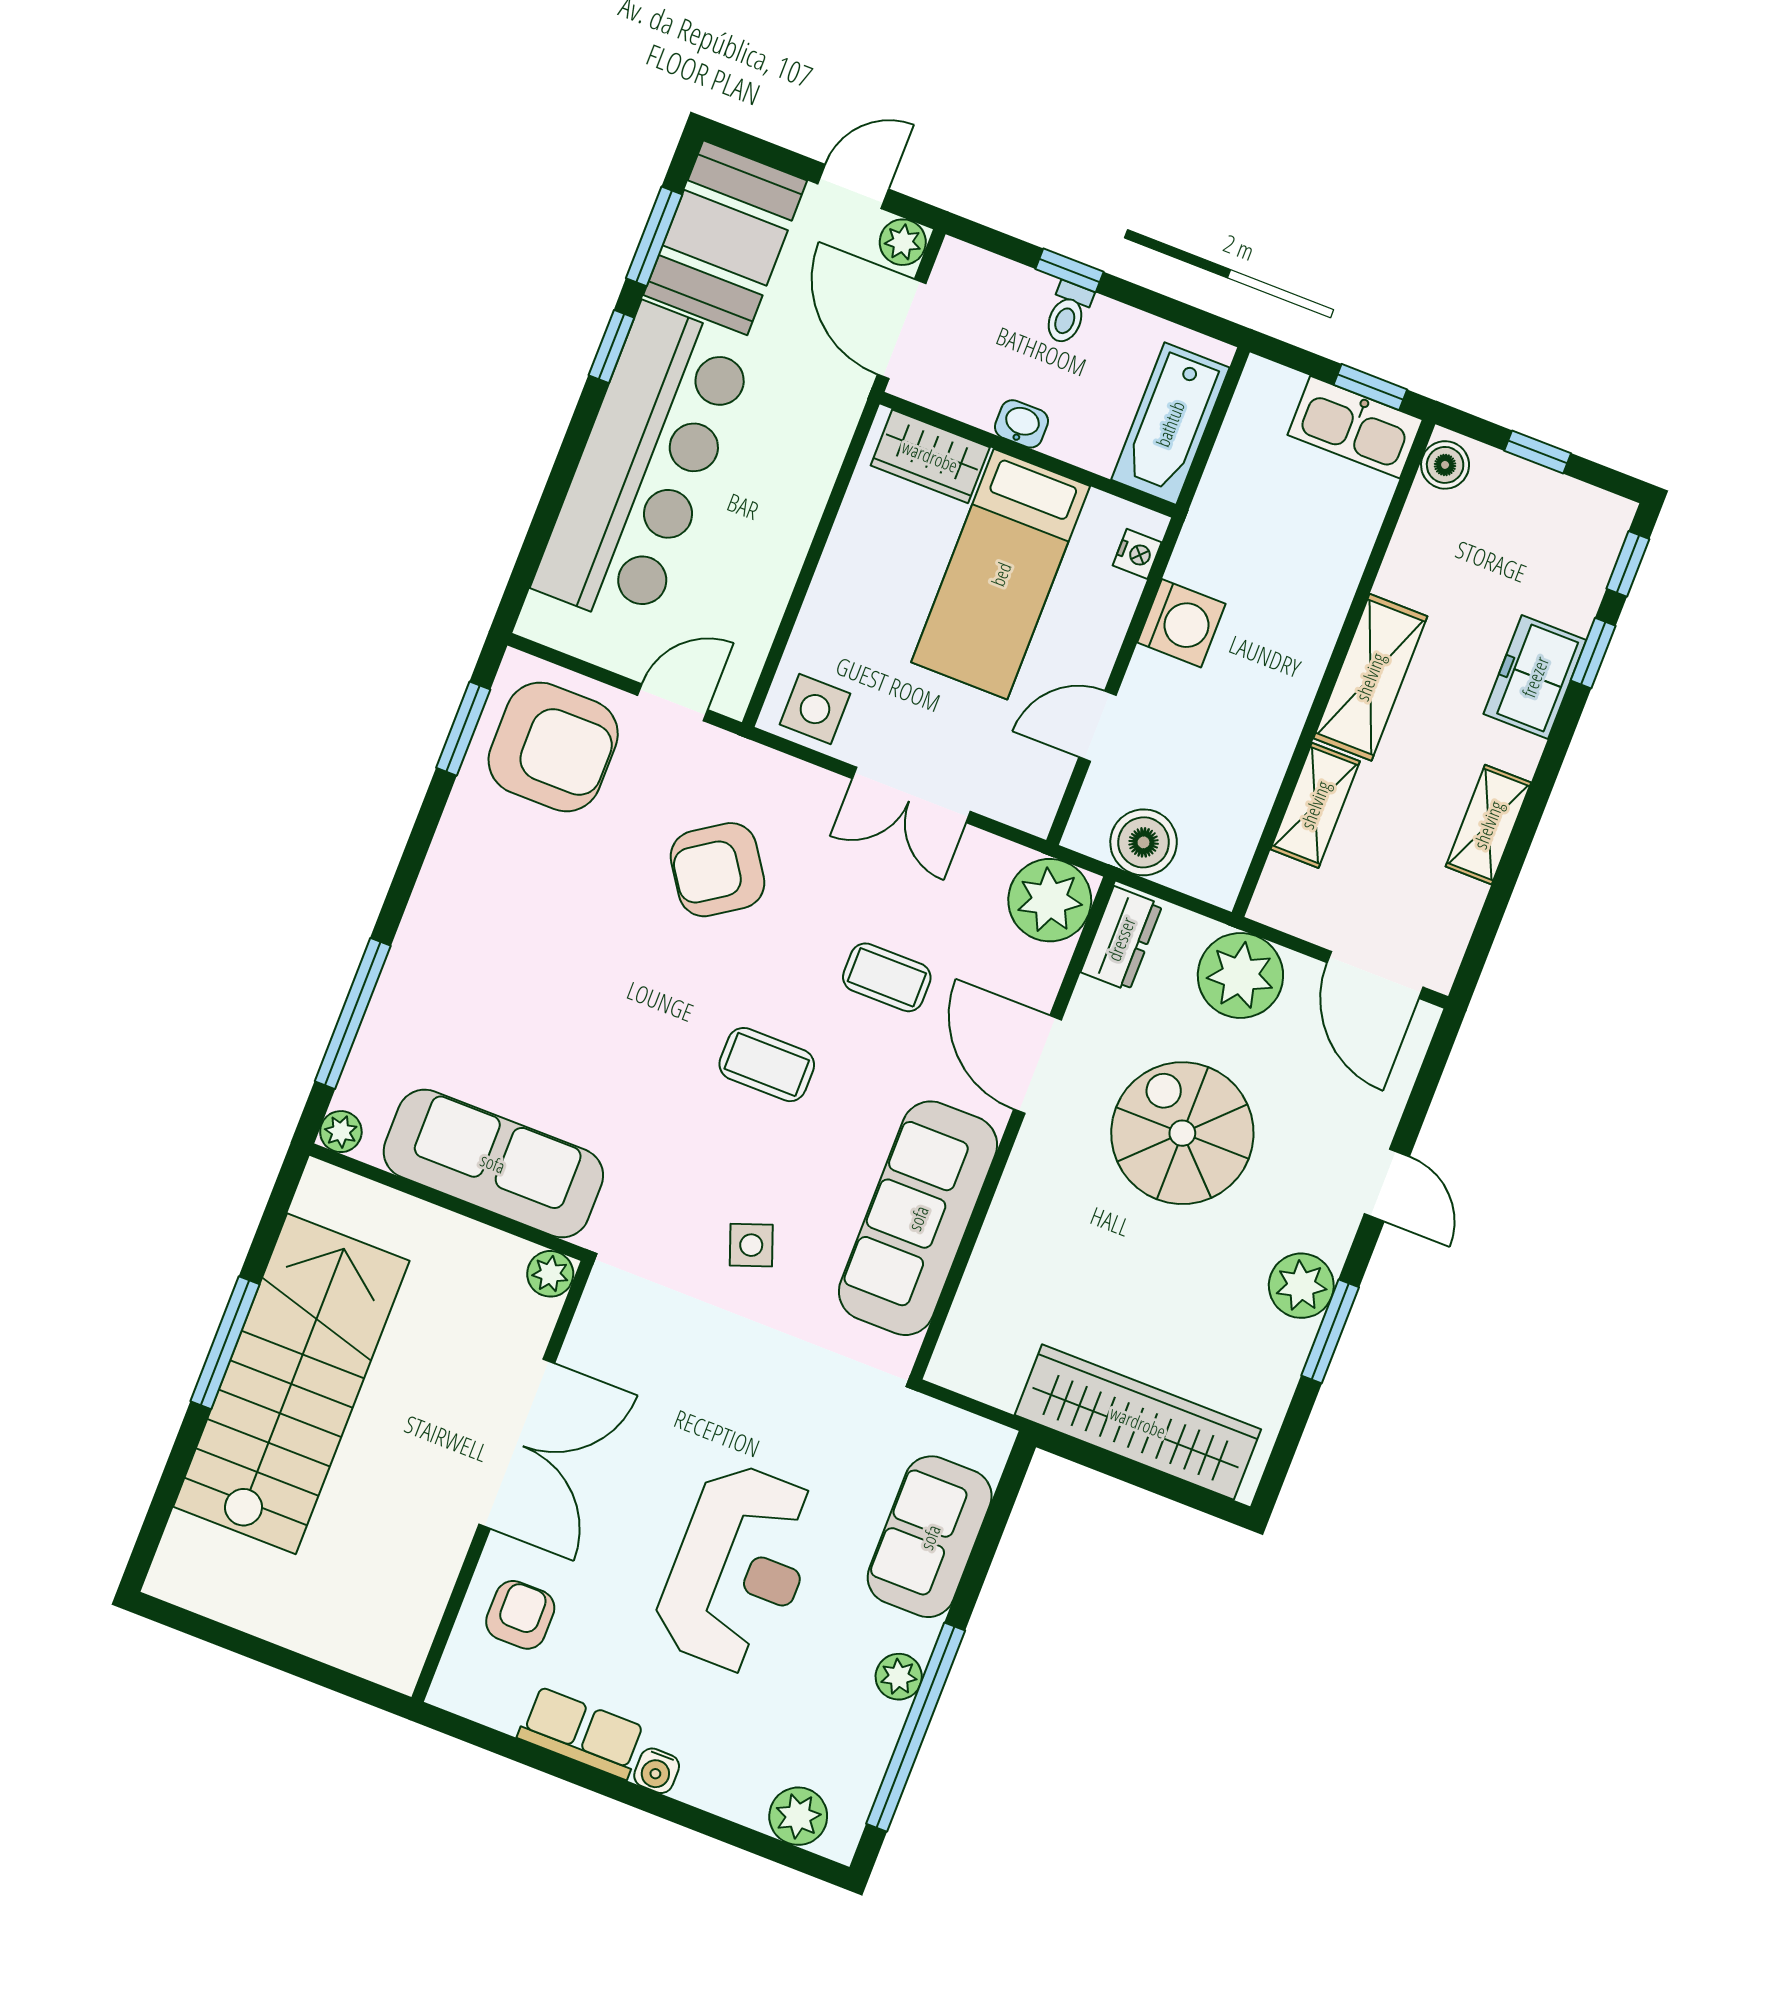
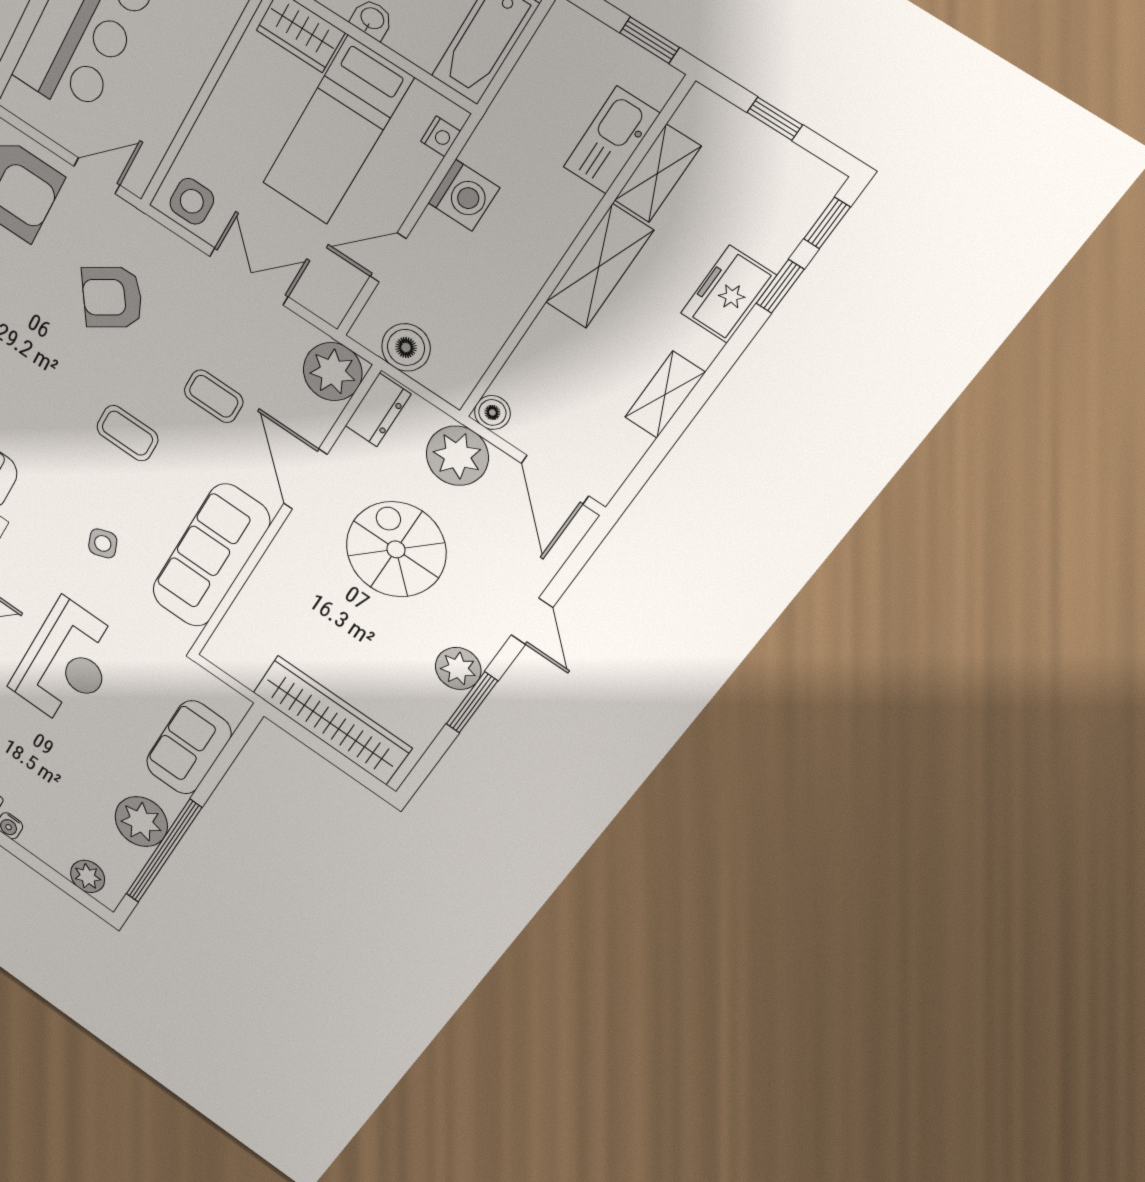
kitchen sink: (1355, 427) -> (611, 140), moved, turned 90
boiler: (1445, 465) -> (492, 412), moved
double door: (911, 795) -> (249, 277), swing flipped
shelving: (1315, 805) -> (657, 173), moved
reception desk: (739, 1569) -> (67, 664), moved
plant: (899, 1677) -> (141, 822), width x1.88, depth x1.88

